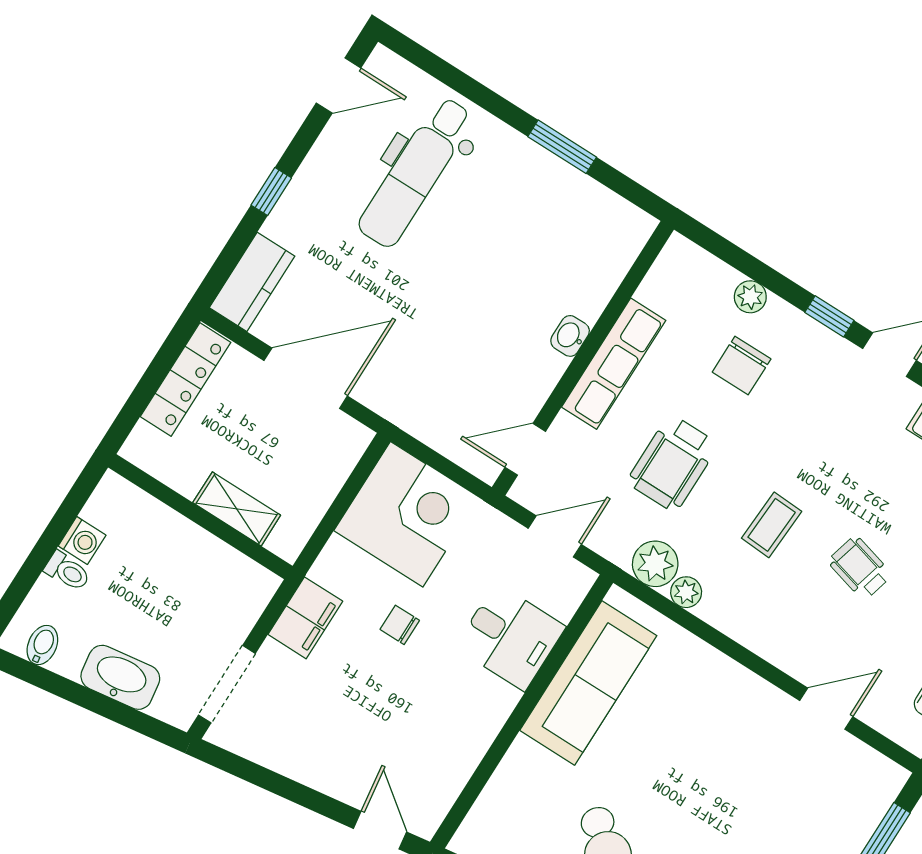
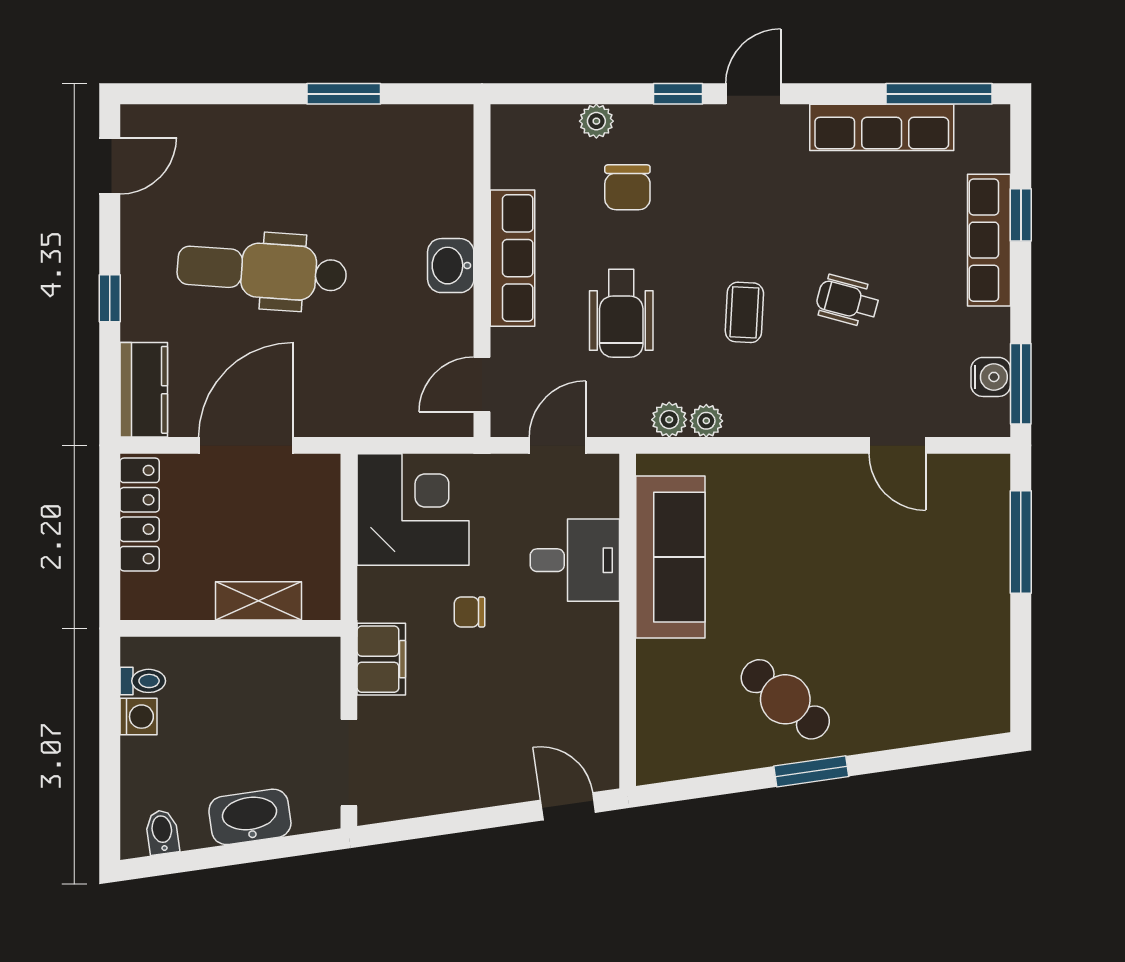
dental chair: (416, 172) -> (262, 270), moved, turned 94
washbasin: (570, 336) -> (451, 266), width x1.38, depth x1.45
plant: (655, 564) -> (669, 420), width x0.73, depth x0.73
toilet: (67, 571) -> (143, 681), moved
door: (826, 709) -> (897, 445), swing flipped

